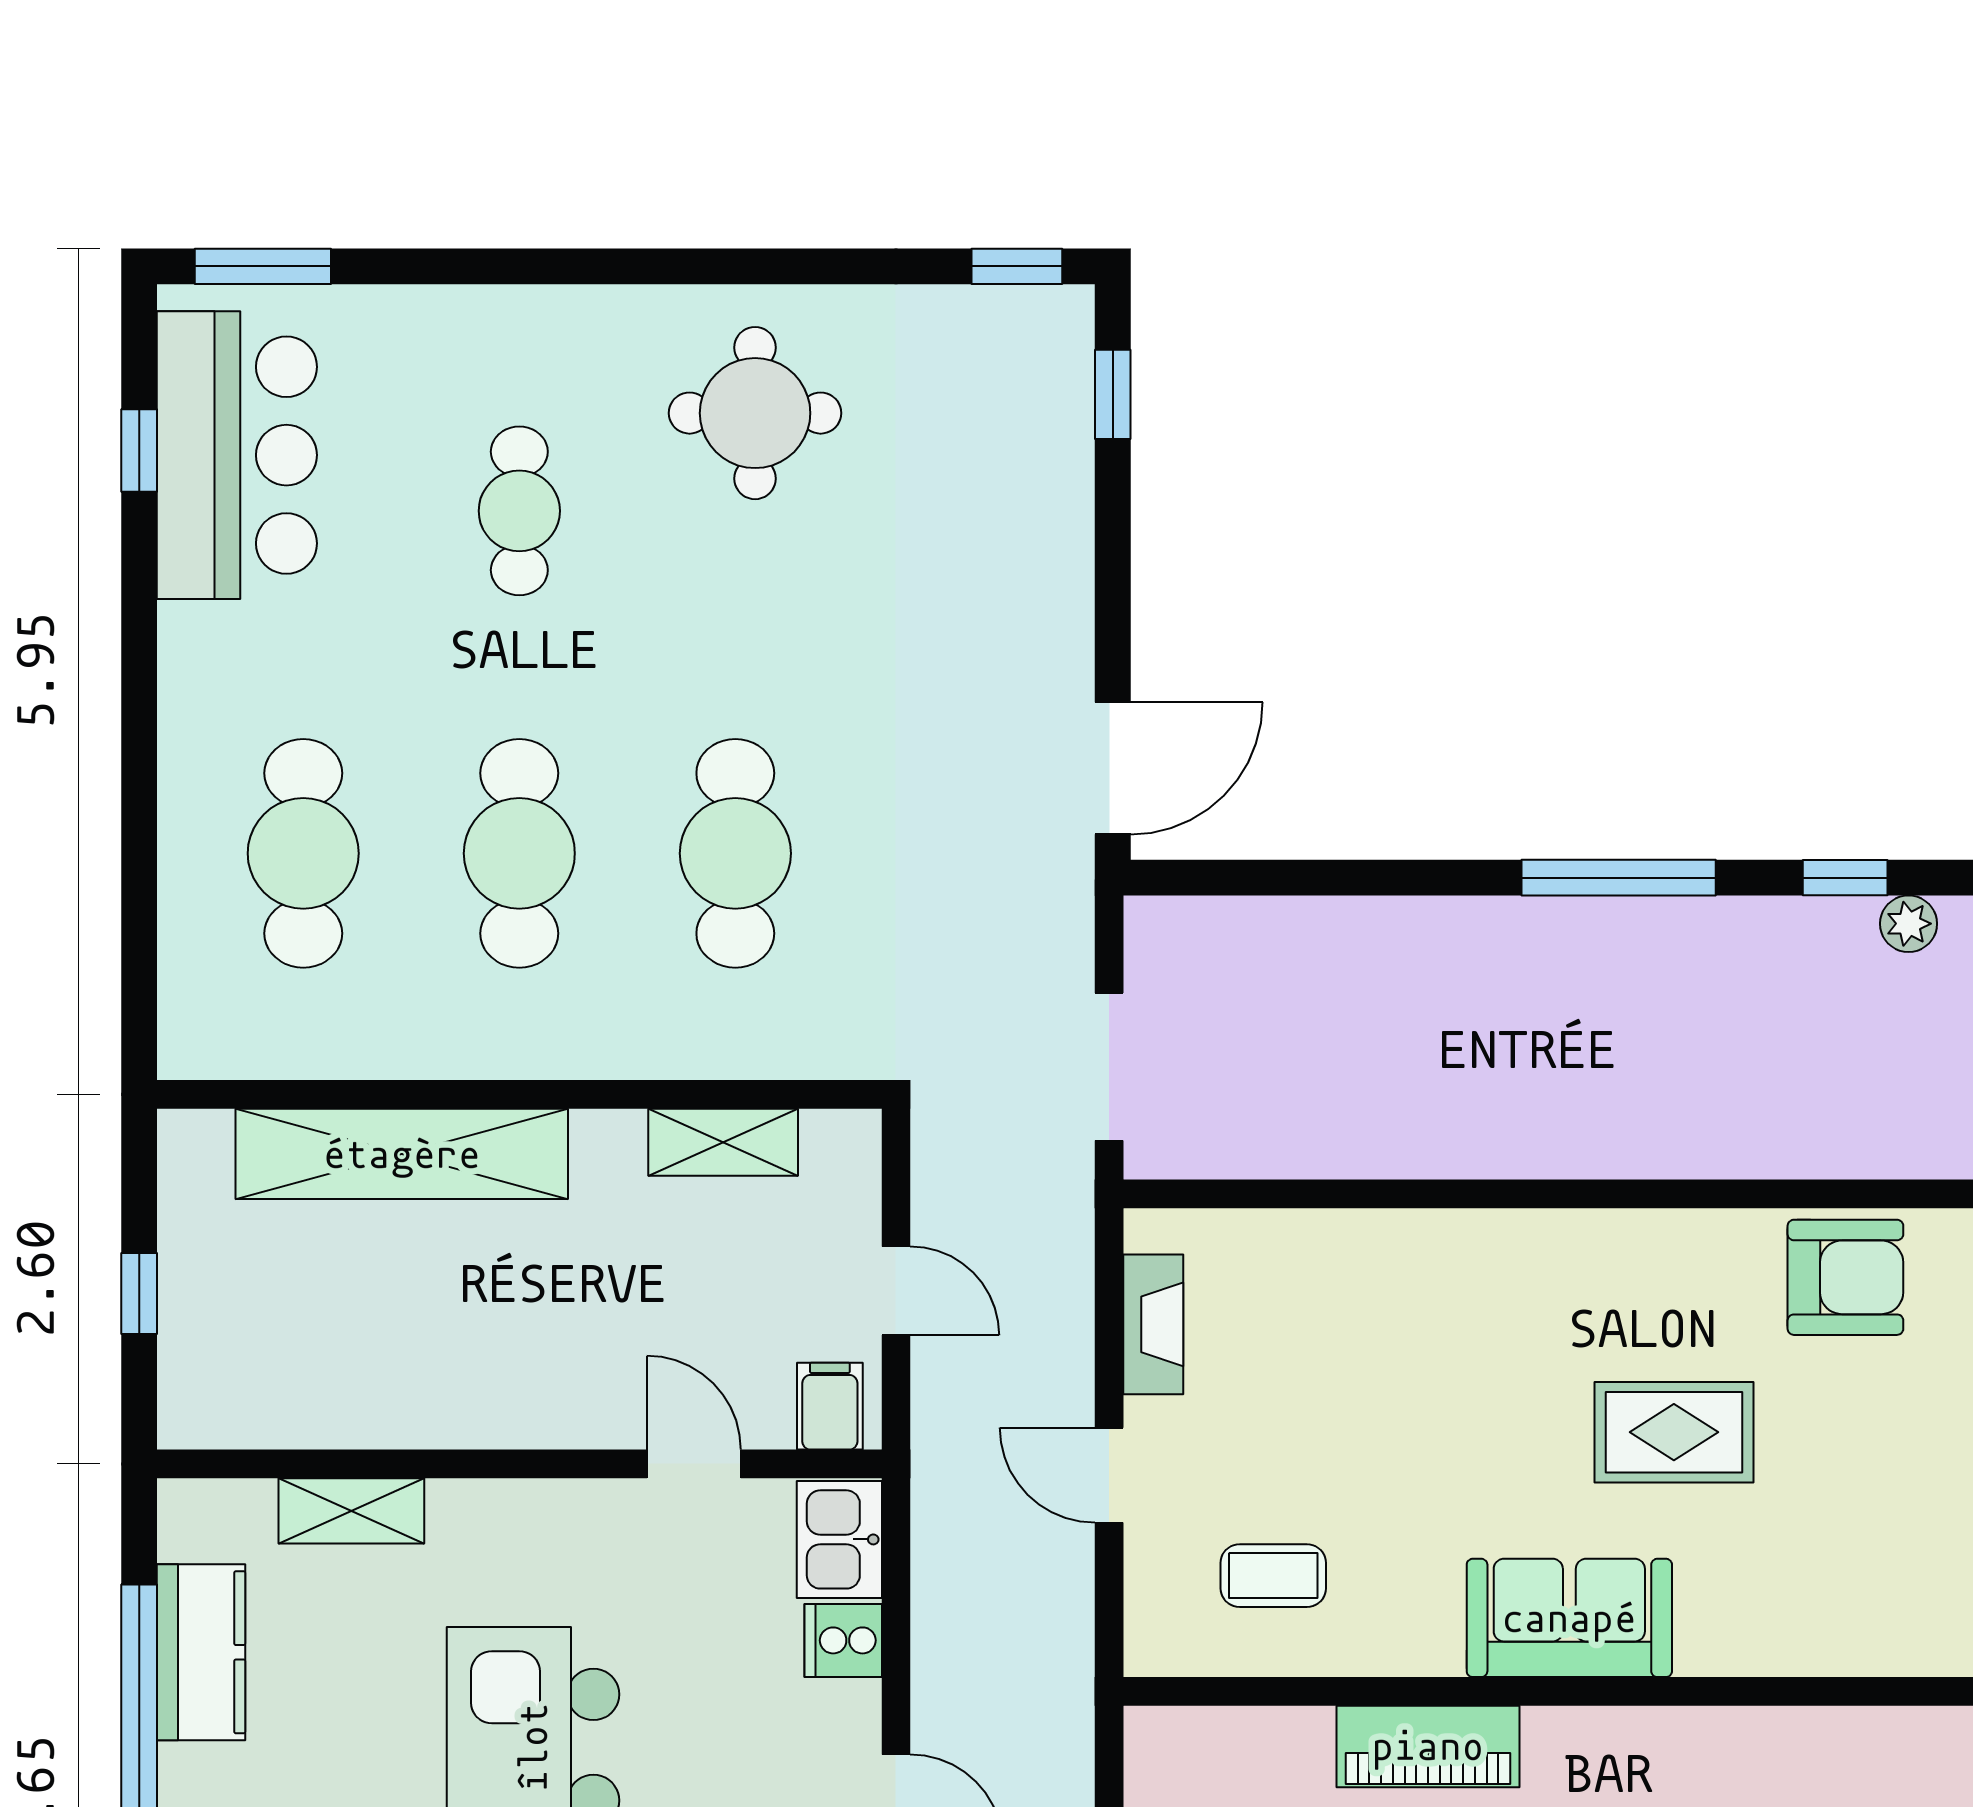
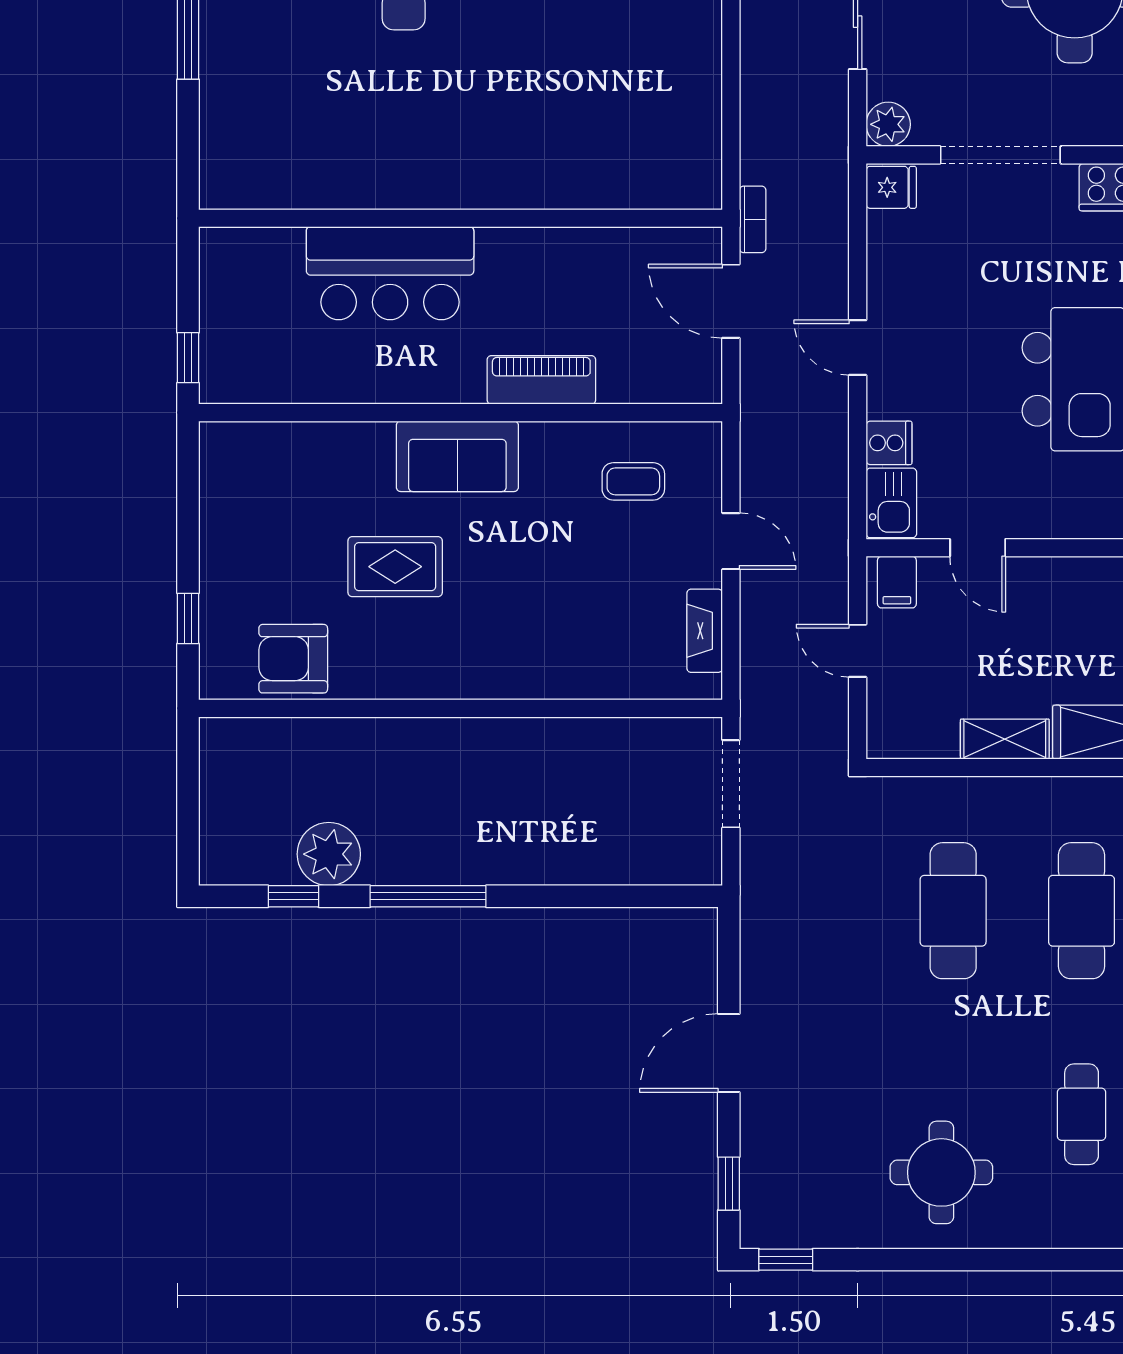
door: (1113, 768) -> (729, 1053), moved
plant: (1909, 924) -> (329, 854), moved, width x1.88, depth x1.88
shelving: (723, 1142) -> (1005, 739), moved

